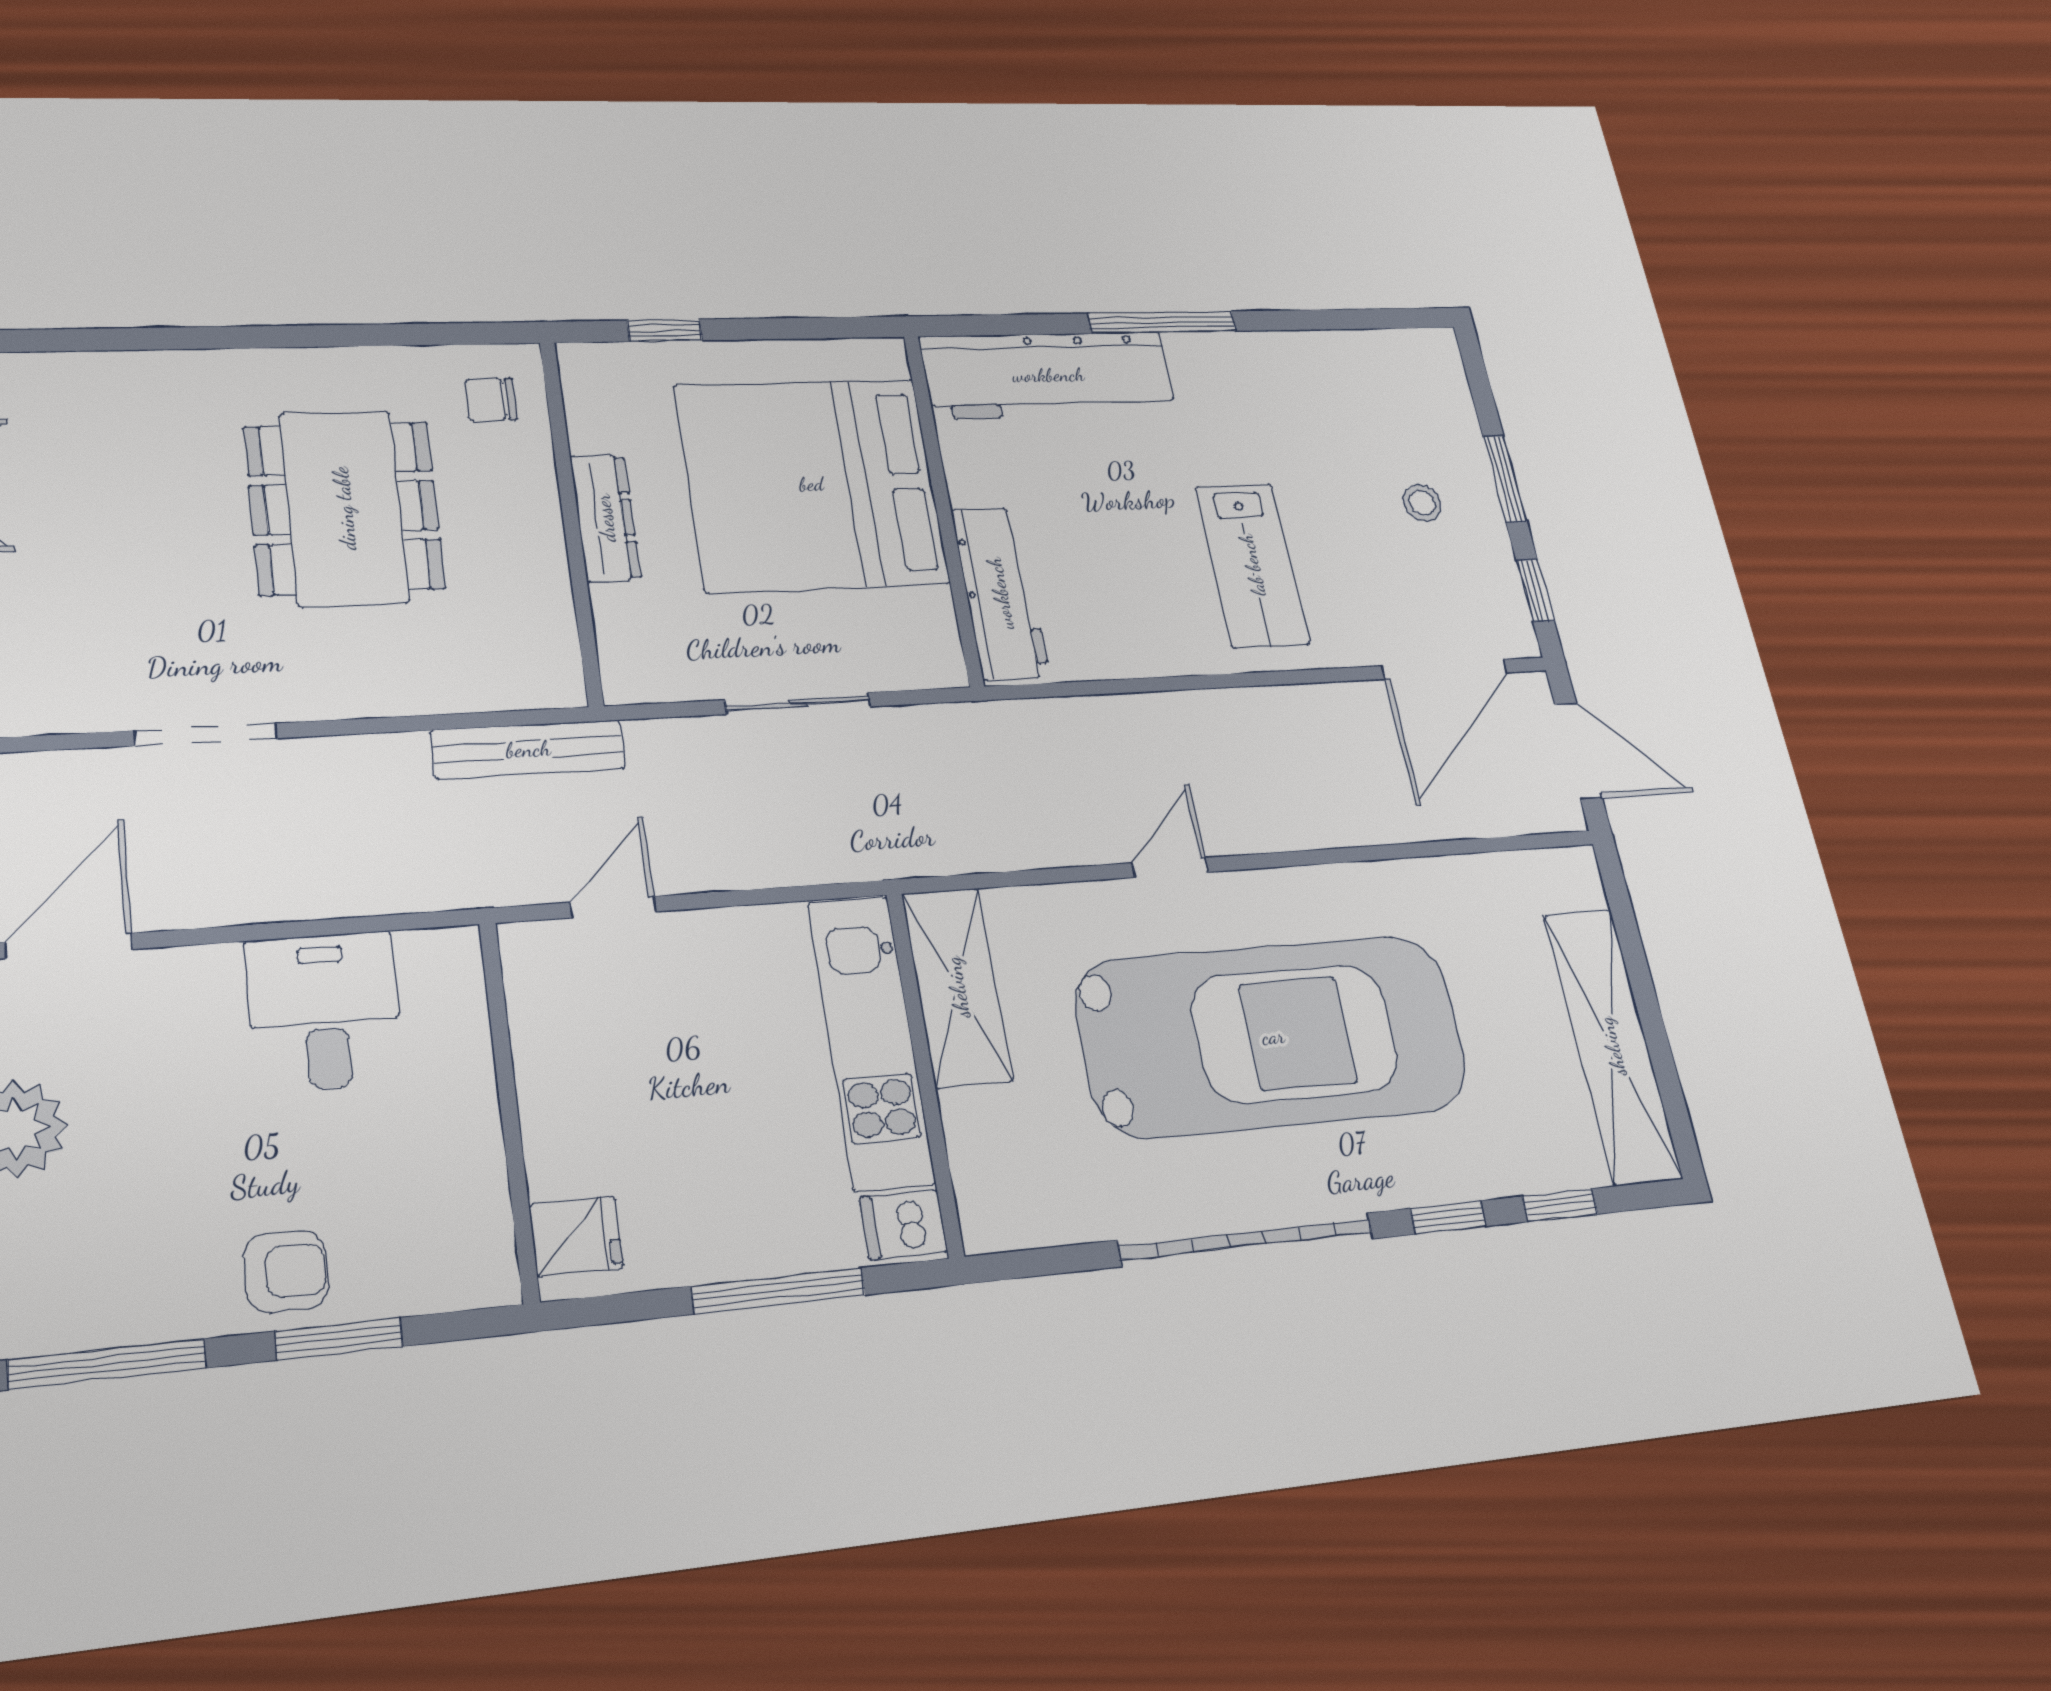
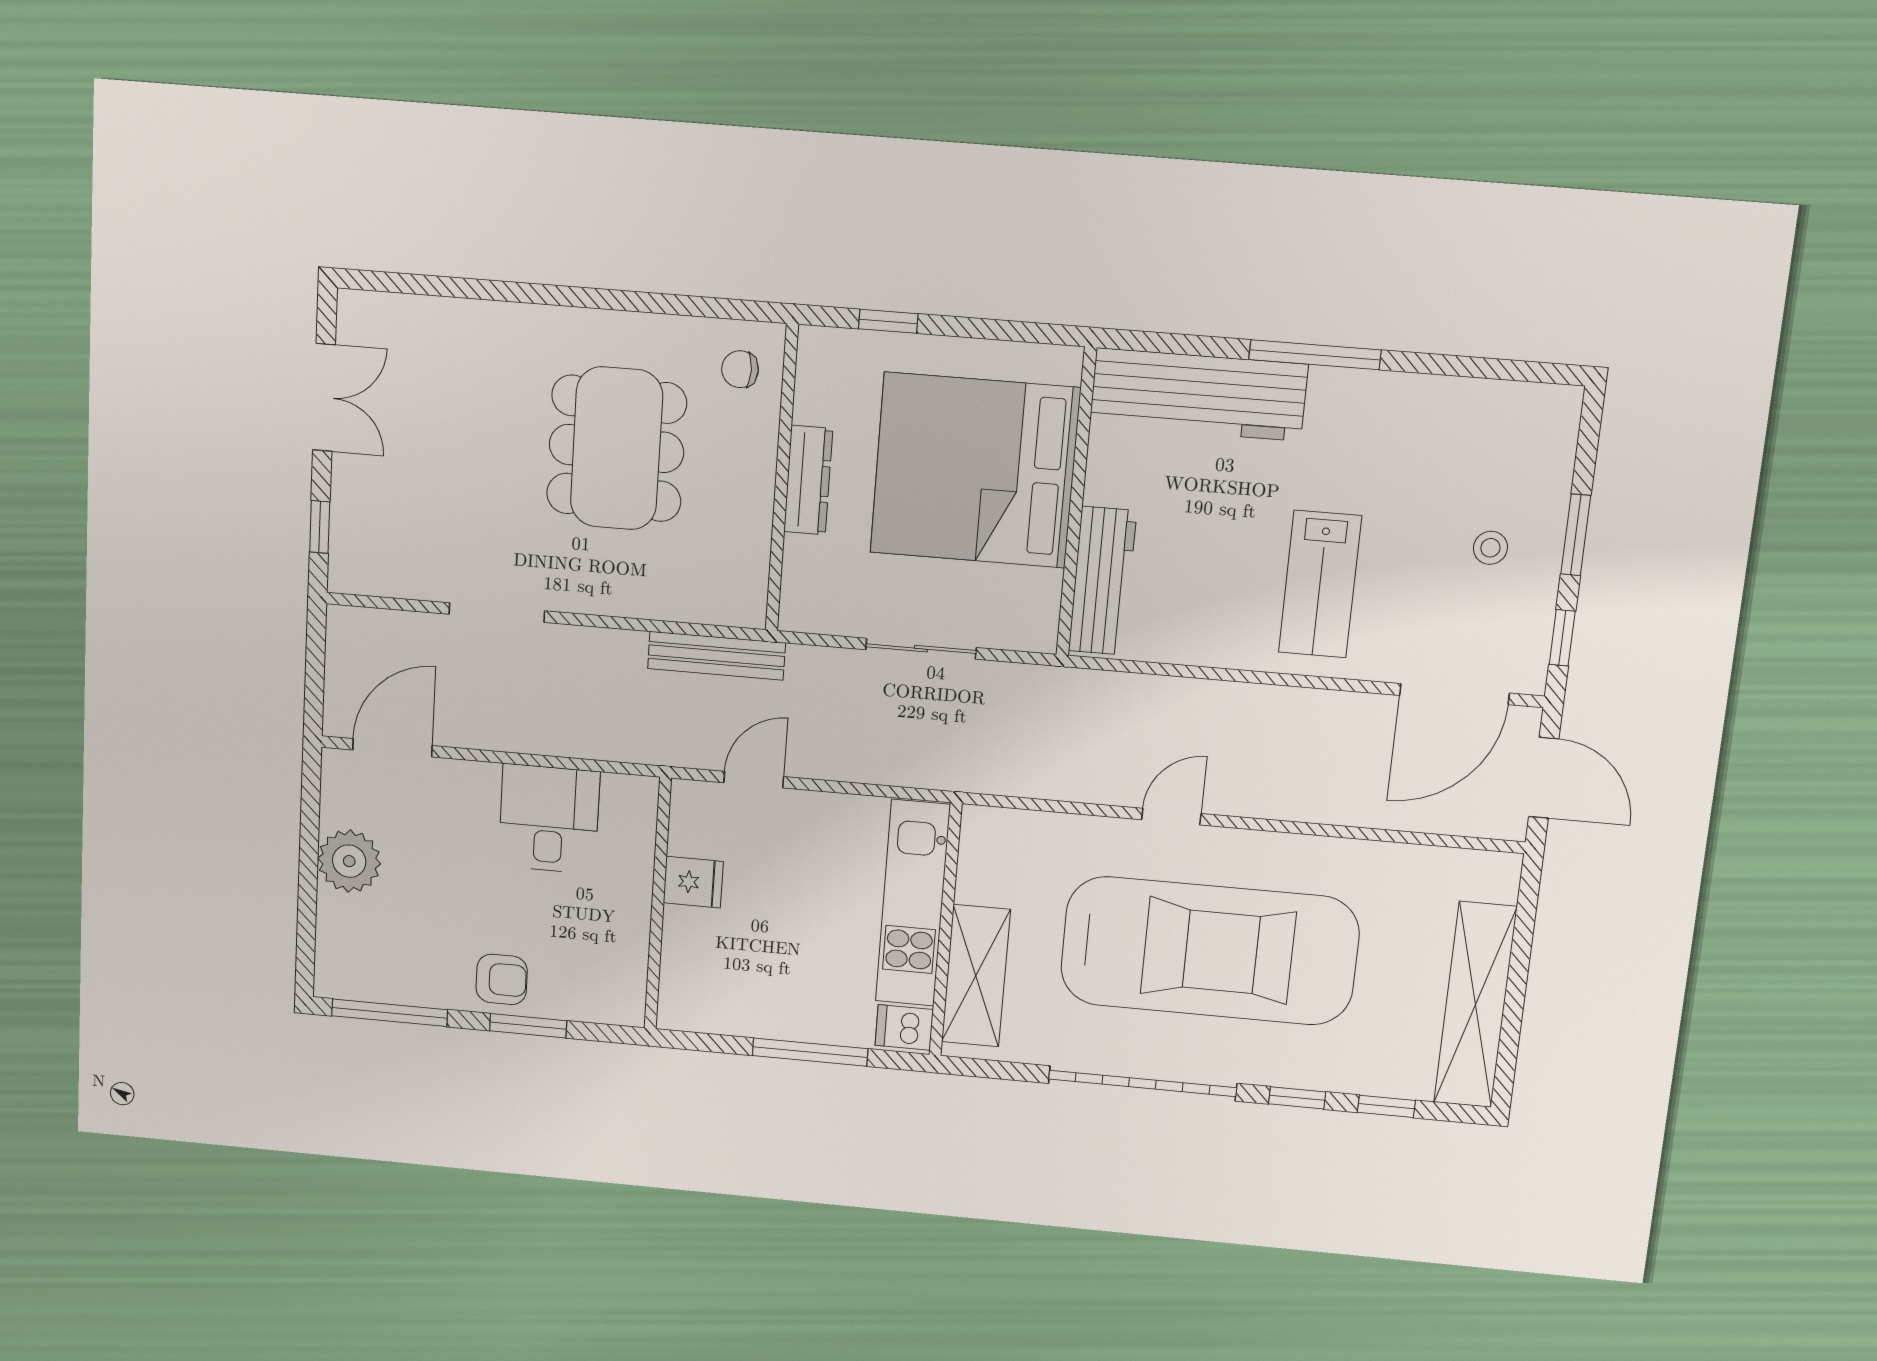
shelving: (957, 987) -> (976, 976), moved
fridge: (576, 1236) -> (693, 882), moved

